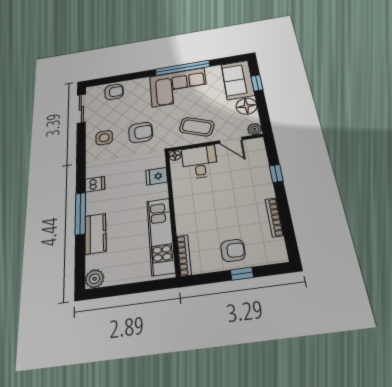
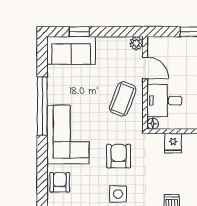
corner sofa: (178, 87) -> (68, 135), moved
floor lamp: (246, 106) -> (107, 47), removed
door: (231, 140) -> (145, 68), hinge flipped

